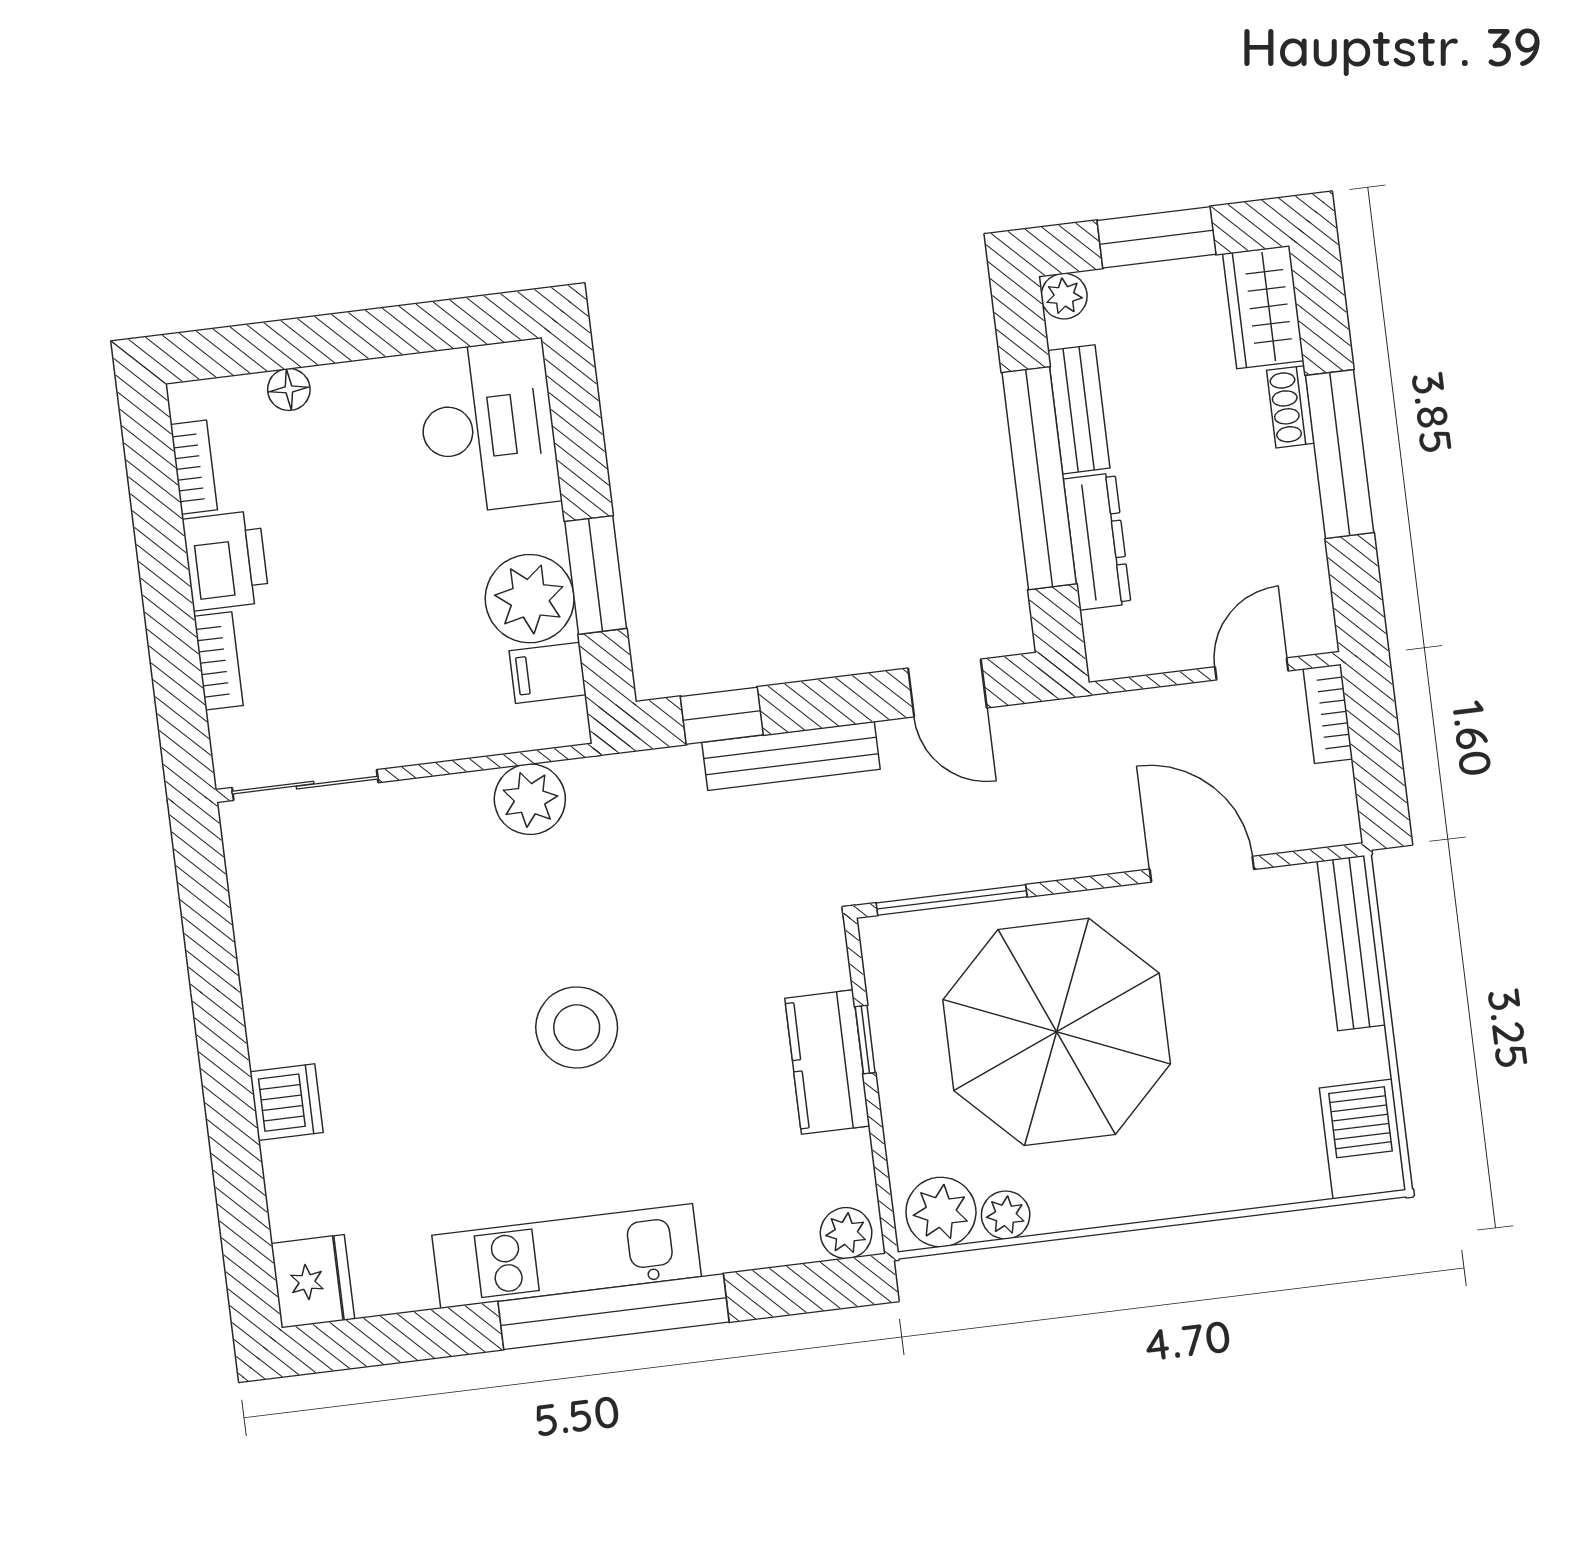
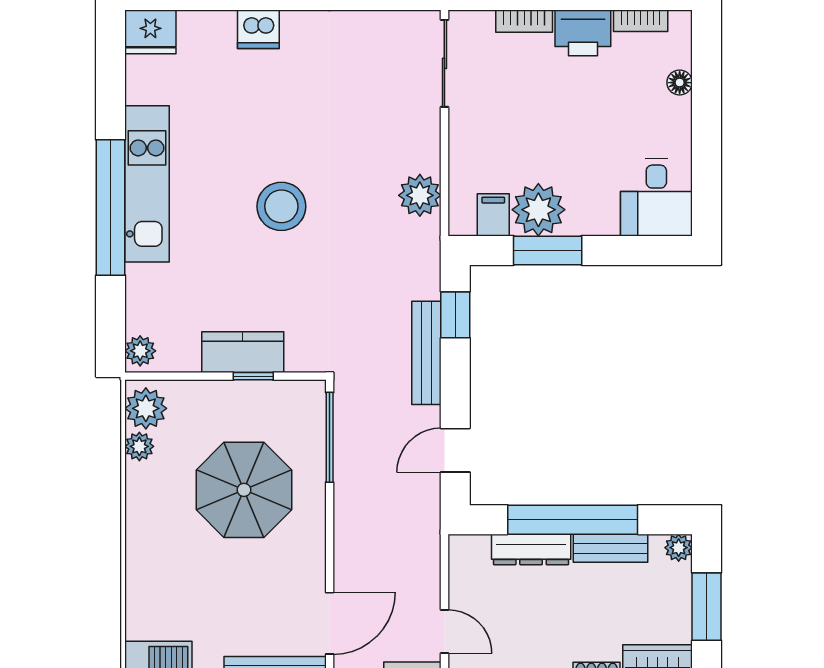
desk: (488, 427) -> (656, 197), width x0.73
door: (1202, 869) -> (330, 623), moved
parasol: (1057, 1032) -> (244, 490), width x0.73, depth x0.73

